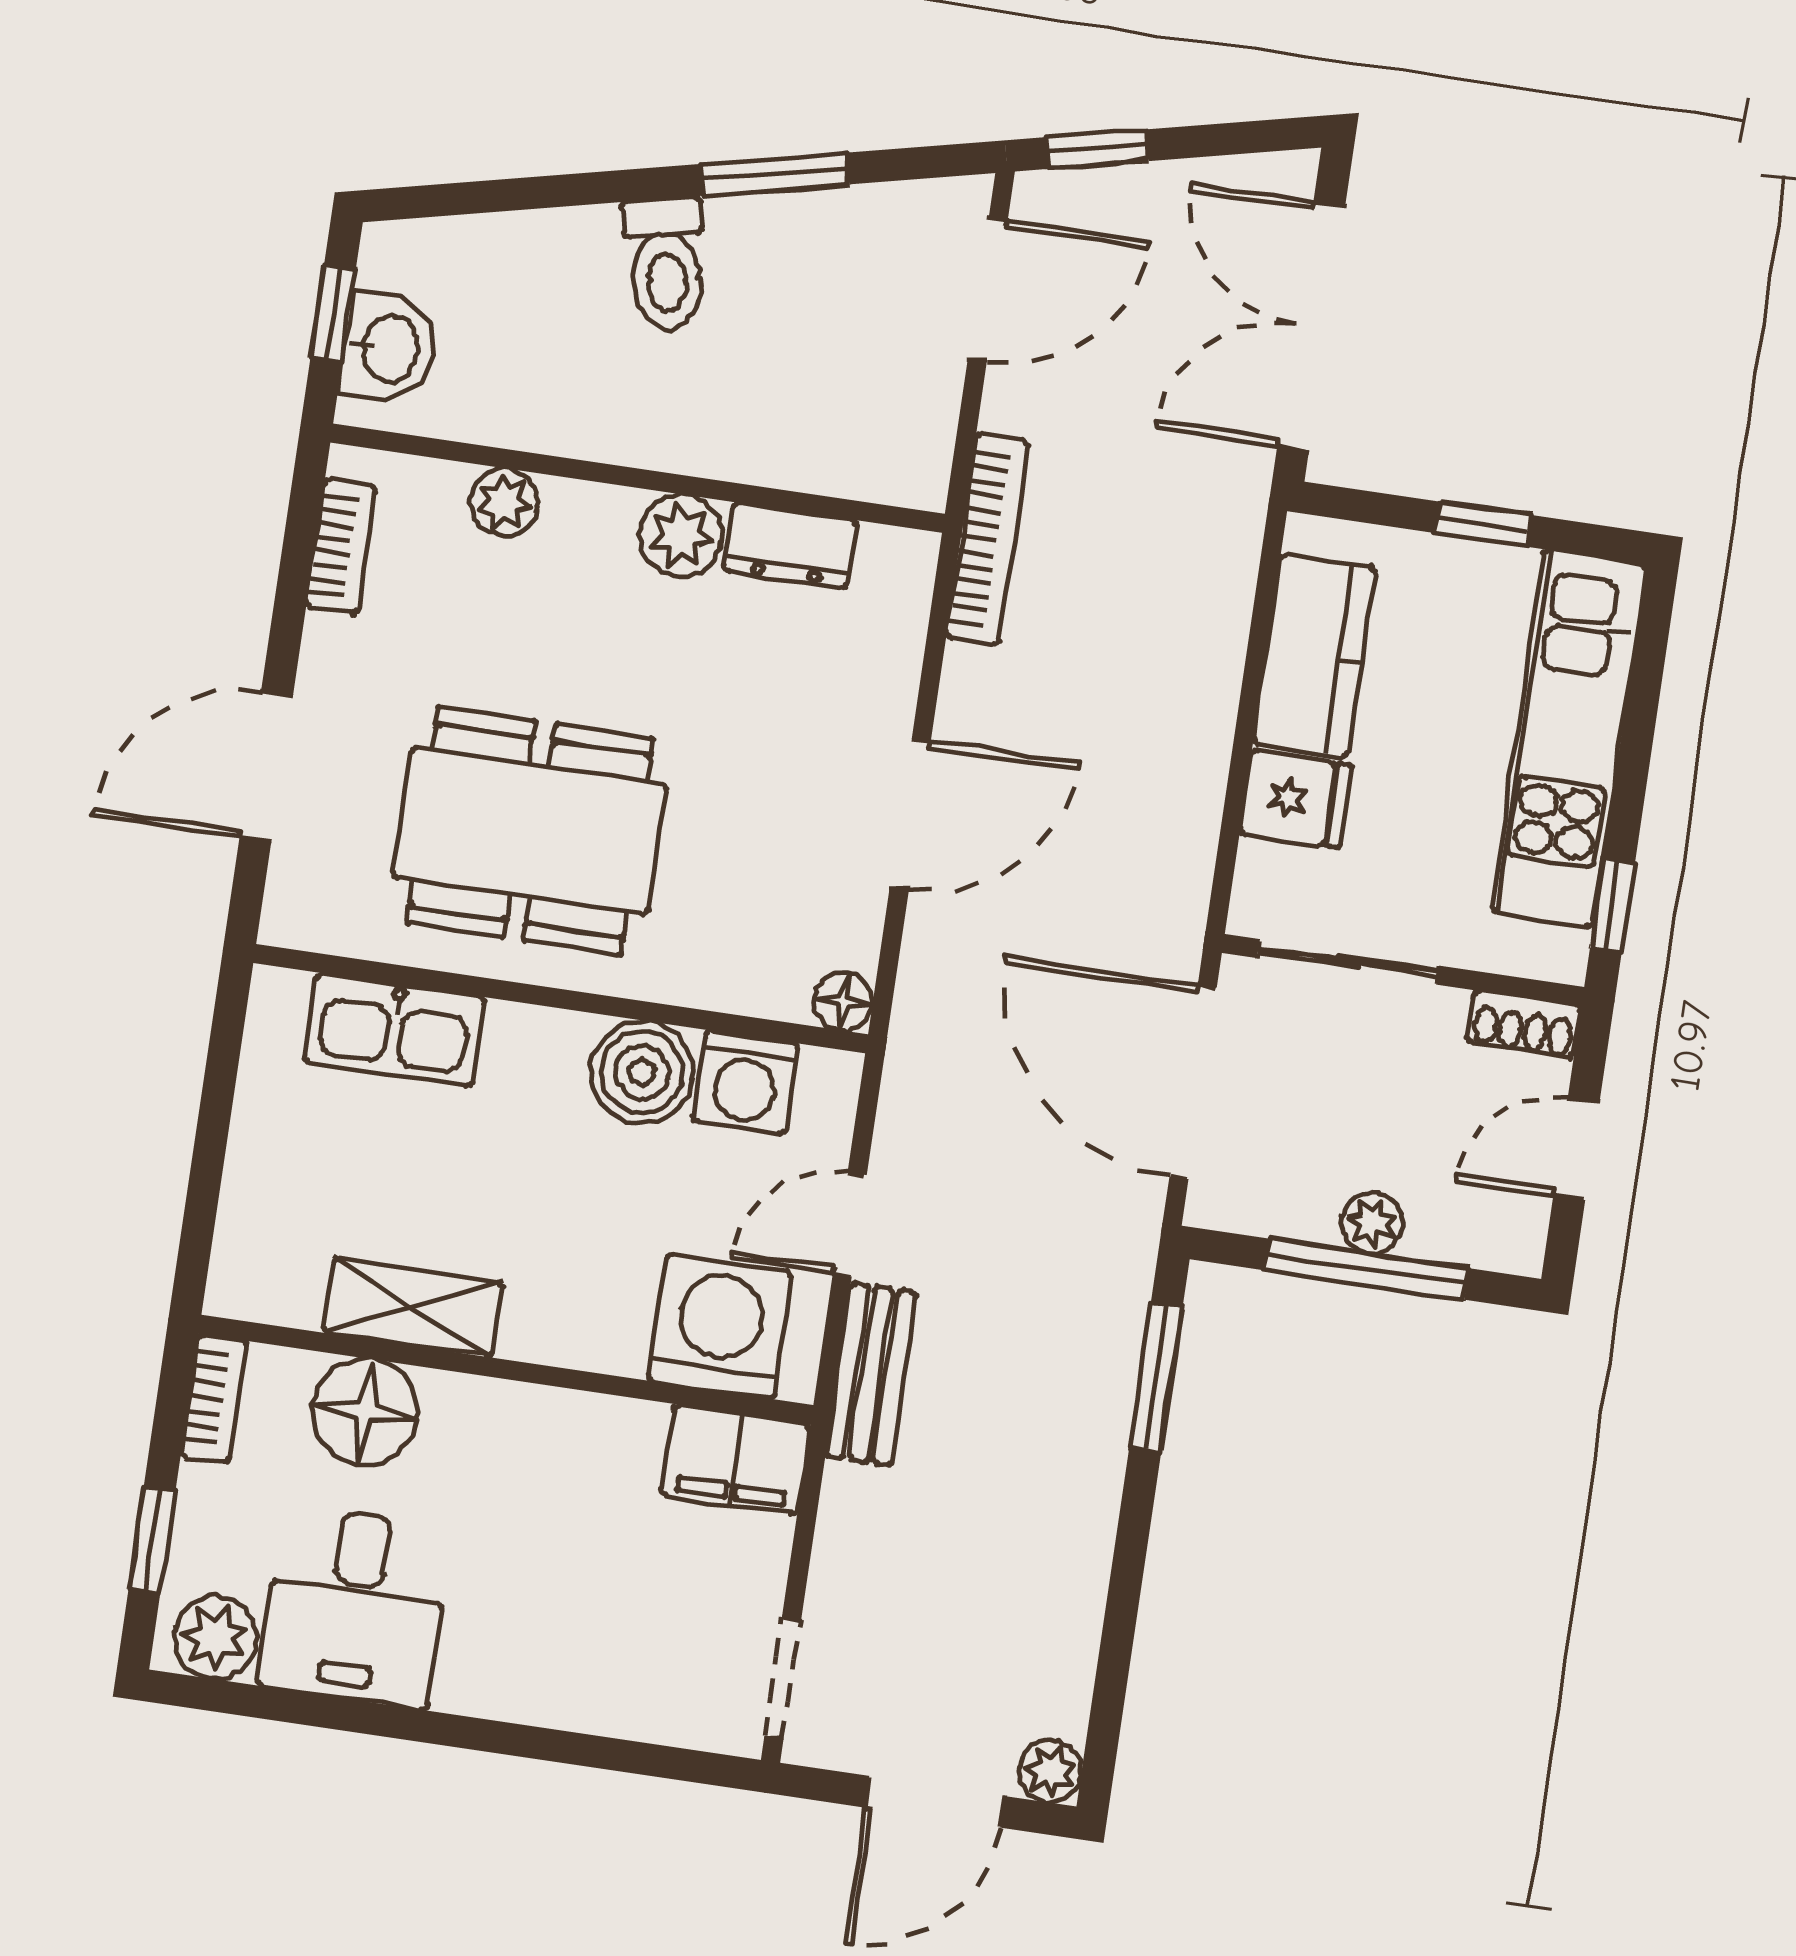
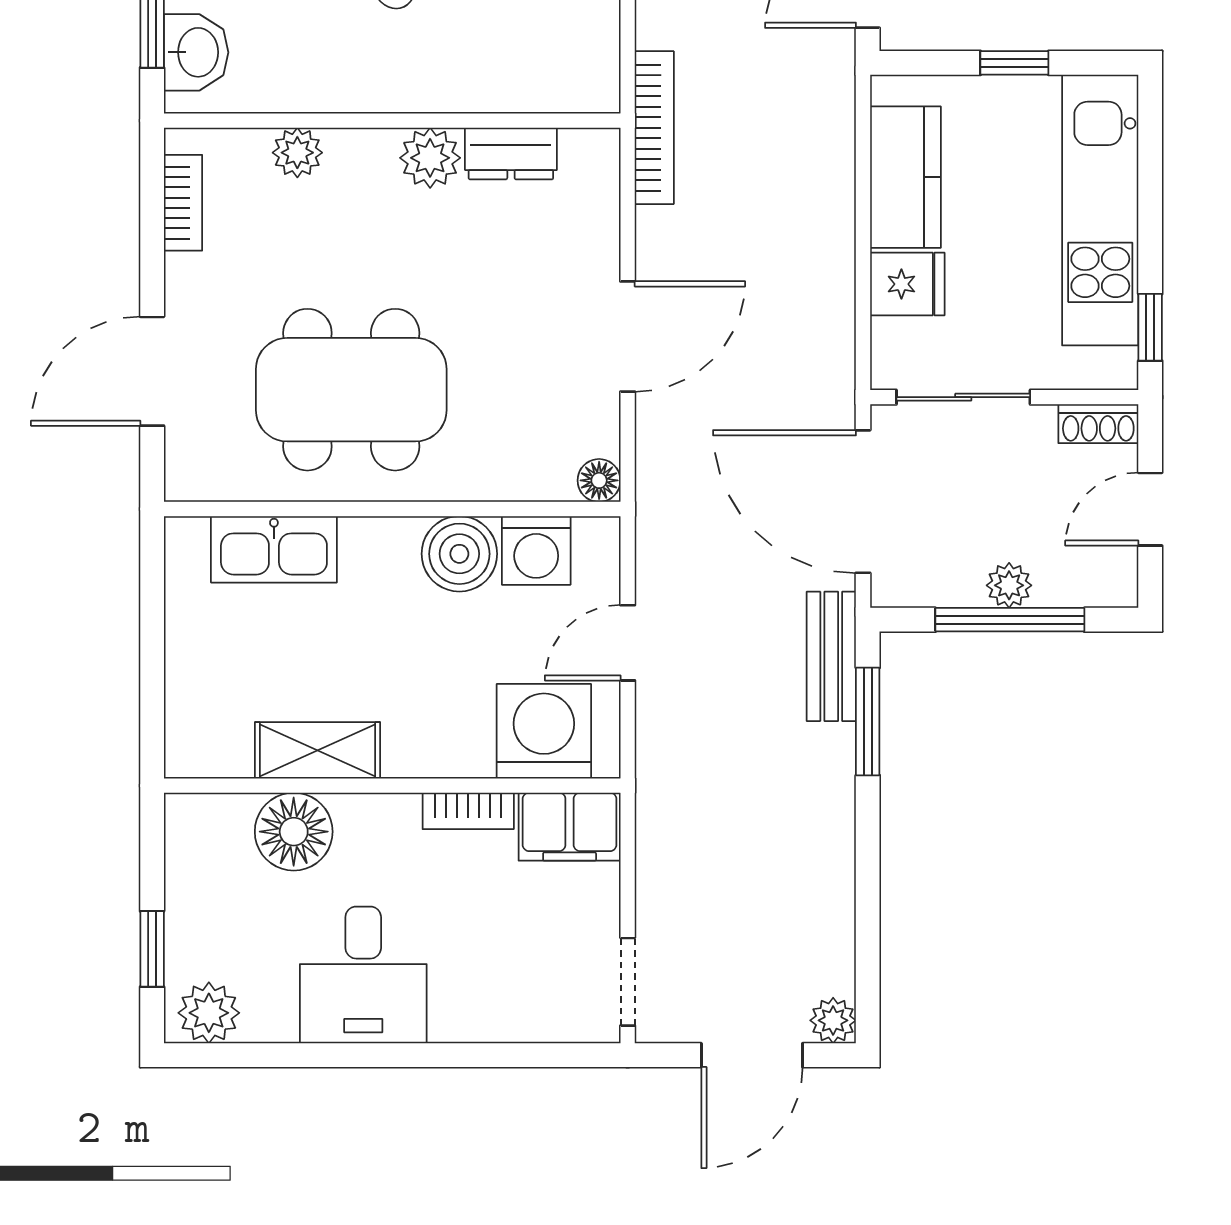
bench: (871, 1374) -> (831, 656), moved
bookcase: (214, 1398) -> (468, 811), moved, turned 90
desk: (355, 1606) -> (363, 975), moved

